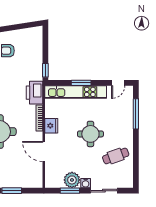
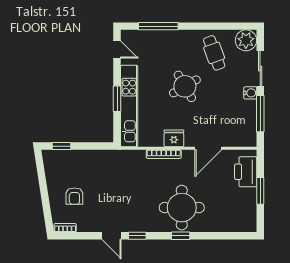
window: (45, 70) -> (62, 146), moved
printer: (35, 93) -> (246, 172), moved, turned 90
round table: (90, 134) -> (185, 86), turned -30
plant: (72, 180) -> (246, 40), moved
window: (70, 191) -> (260, 114), width x1.44

